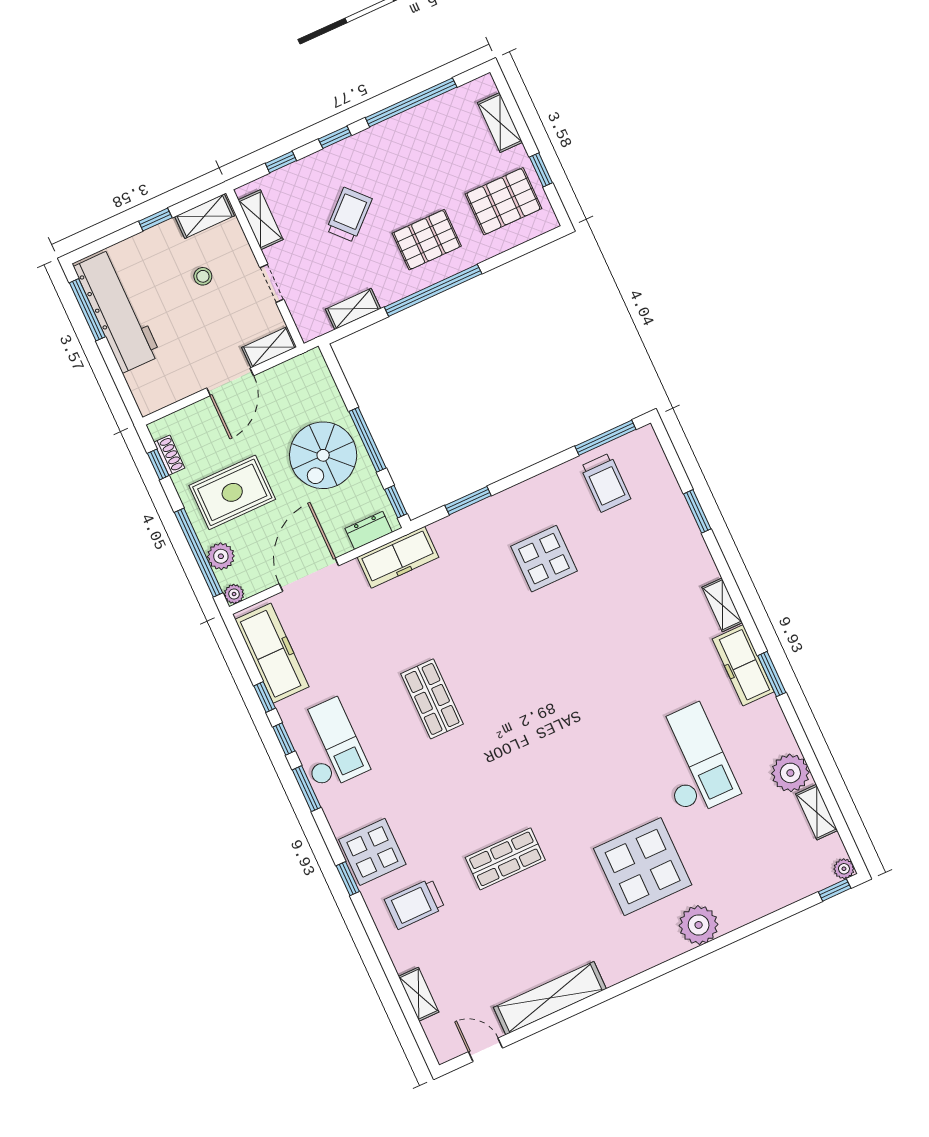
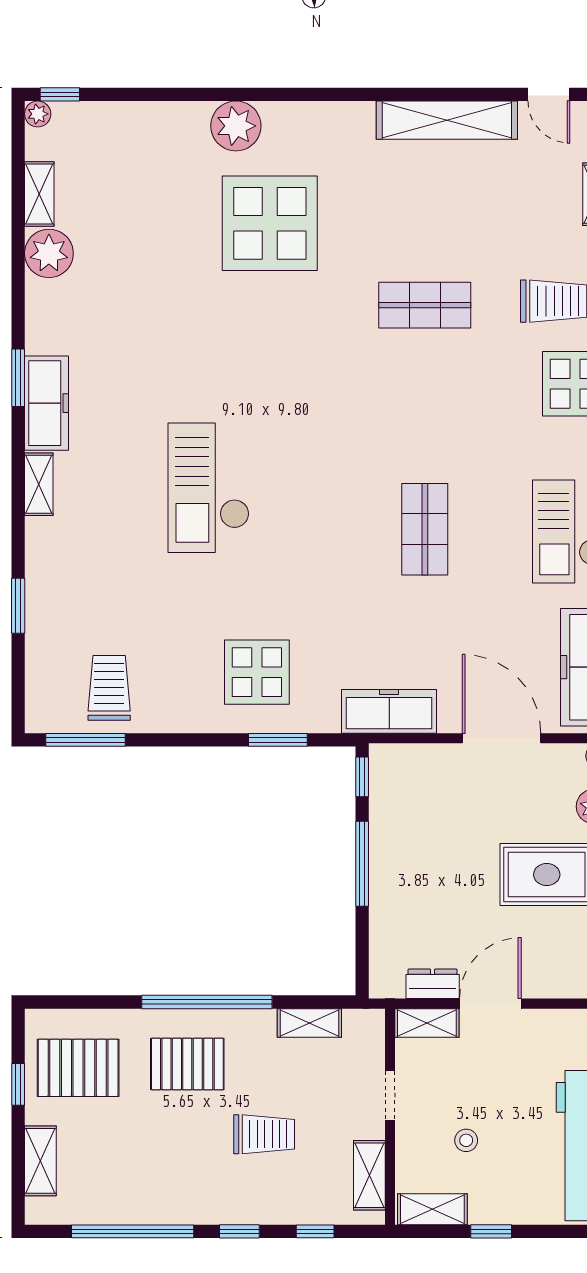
trolley: (349, 215) -> (264, 1134), turned -137
spiral stairs: (323, 455) -> (422, 869), removed
dresser: (369, 530) -> (433, 984), moved, turned 180
display table: (544, 559) -> (257, 672), moved
door: (309, 575) -> (502, 738), swing flipped
checkout: (692, 760) -> (209, 488), moved

